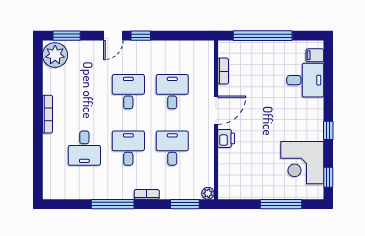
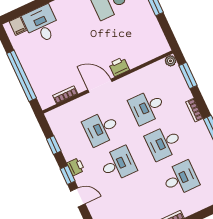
window: (178, 36) -> (54, 145), added
printer: (145, 48) -> (76, 167), added
desk: (128, 92) -> (118, 164), turned 180

